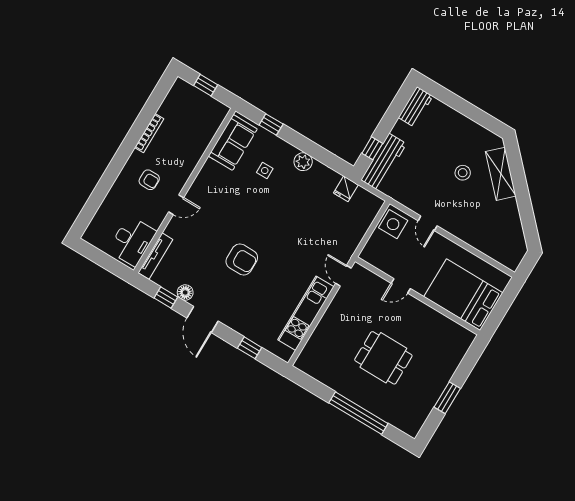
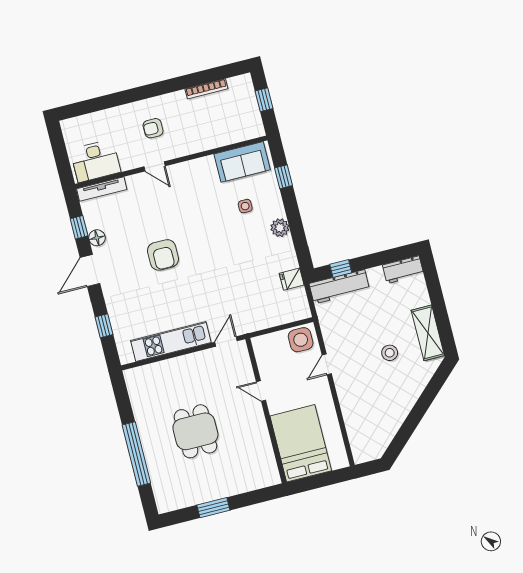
bookcase: (149, 133) -> (206, 89), moved
shelving: (501, 174) -> (428, 333), moved, turned -46
armchair: (149, 180) -> (153, 128), turned 90

